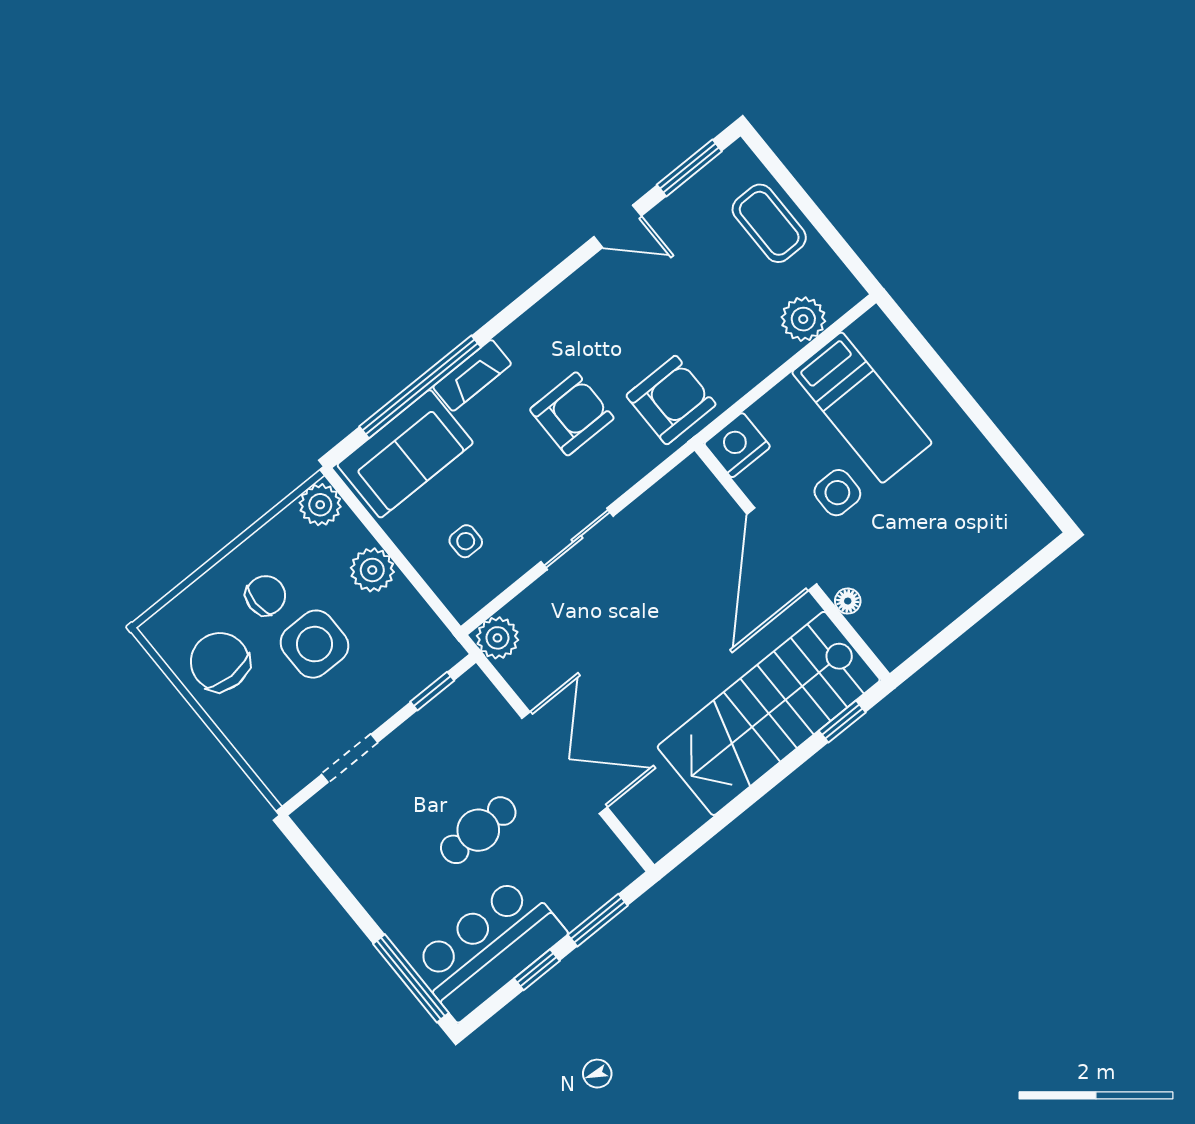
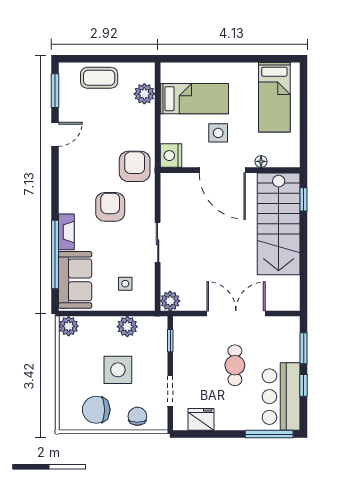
bed: (971, 537) -> (274, 97), added
plant: (372, 570) -> (127, 327), moved
chair: (266, 596) -> (137, 416), moved
fridge: (344, 847) -> (201, 419), added

